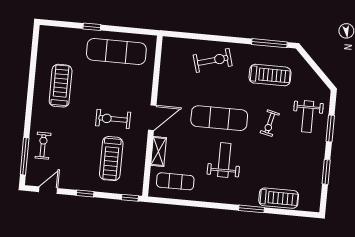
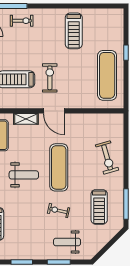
treadmill: (61, 86) -> (74, 31), turned 90

